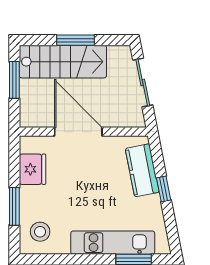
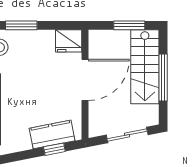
window: (75, 40) -> (163, 78), width x1.44
fridge: (32, 169) -> (69, 41), moved
window: (164, 189) -> (54, 149), moved

